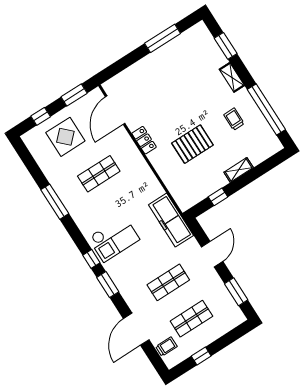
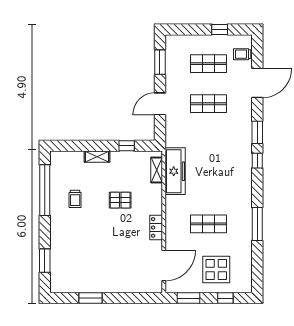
window: (163, 38) -> (91, 298), width x0.69
shelving: (232, 77) -> (157, 170), moved
pallet: (192, 144) -> (120, 200), width x0.67, depth x0.71
freezer: (171, 220) -> (175, 171), moved
checkout: (114, 239) -> (229, 165), removed

